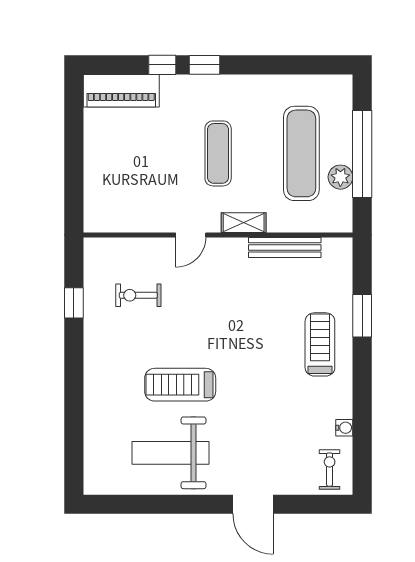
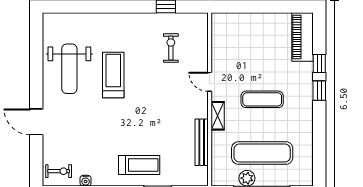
weight bench: (170, 453) -> (69, 69), turned 180
door: (253, 504) -> (36, 122), hinge flipped

